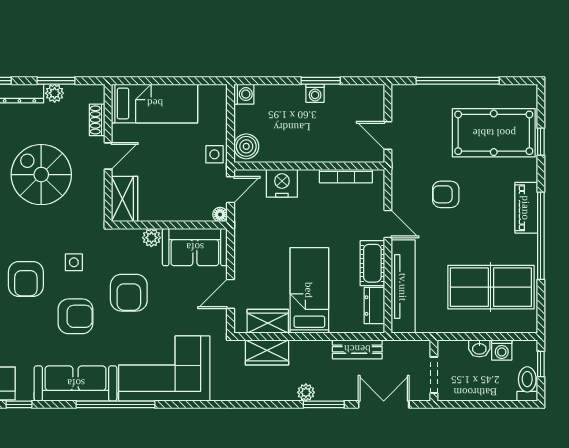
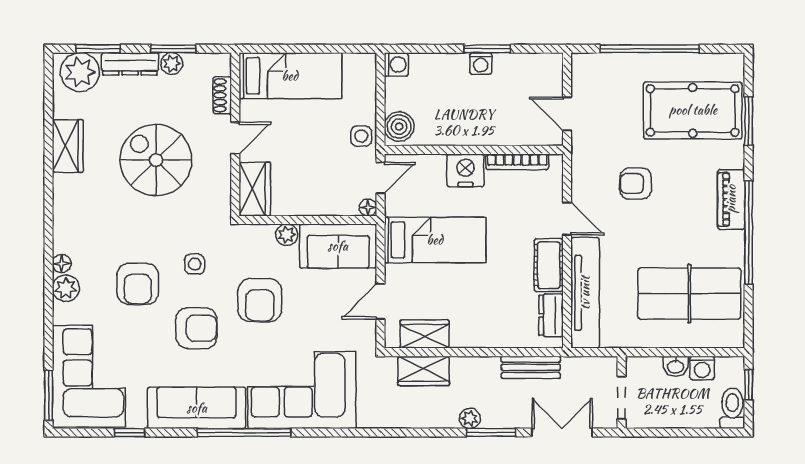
window: (541, 142) -> (749, 121), width x1.50
nightstand: (282, 183) -> (465, 170), moved
bed: (309, 290) -> (435, 240), moved, turned 90

